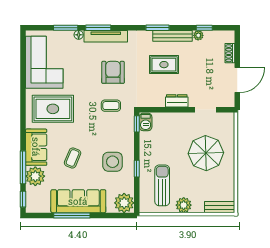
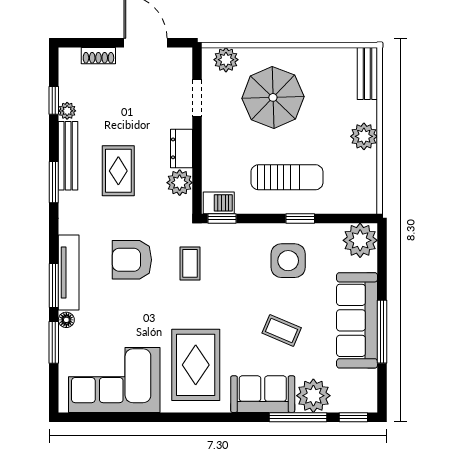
plant: (157, 100) -> (180, 183), added
plant: (227, 126) -> (226, 60), added
sun lounger: (162, 185) -> (287, 177), moved, turned 180

